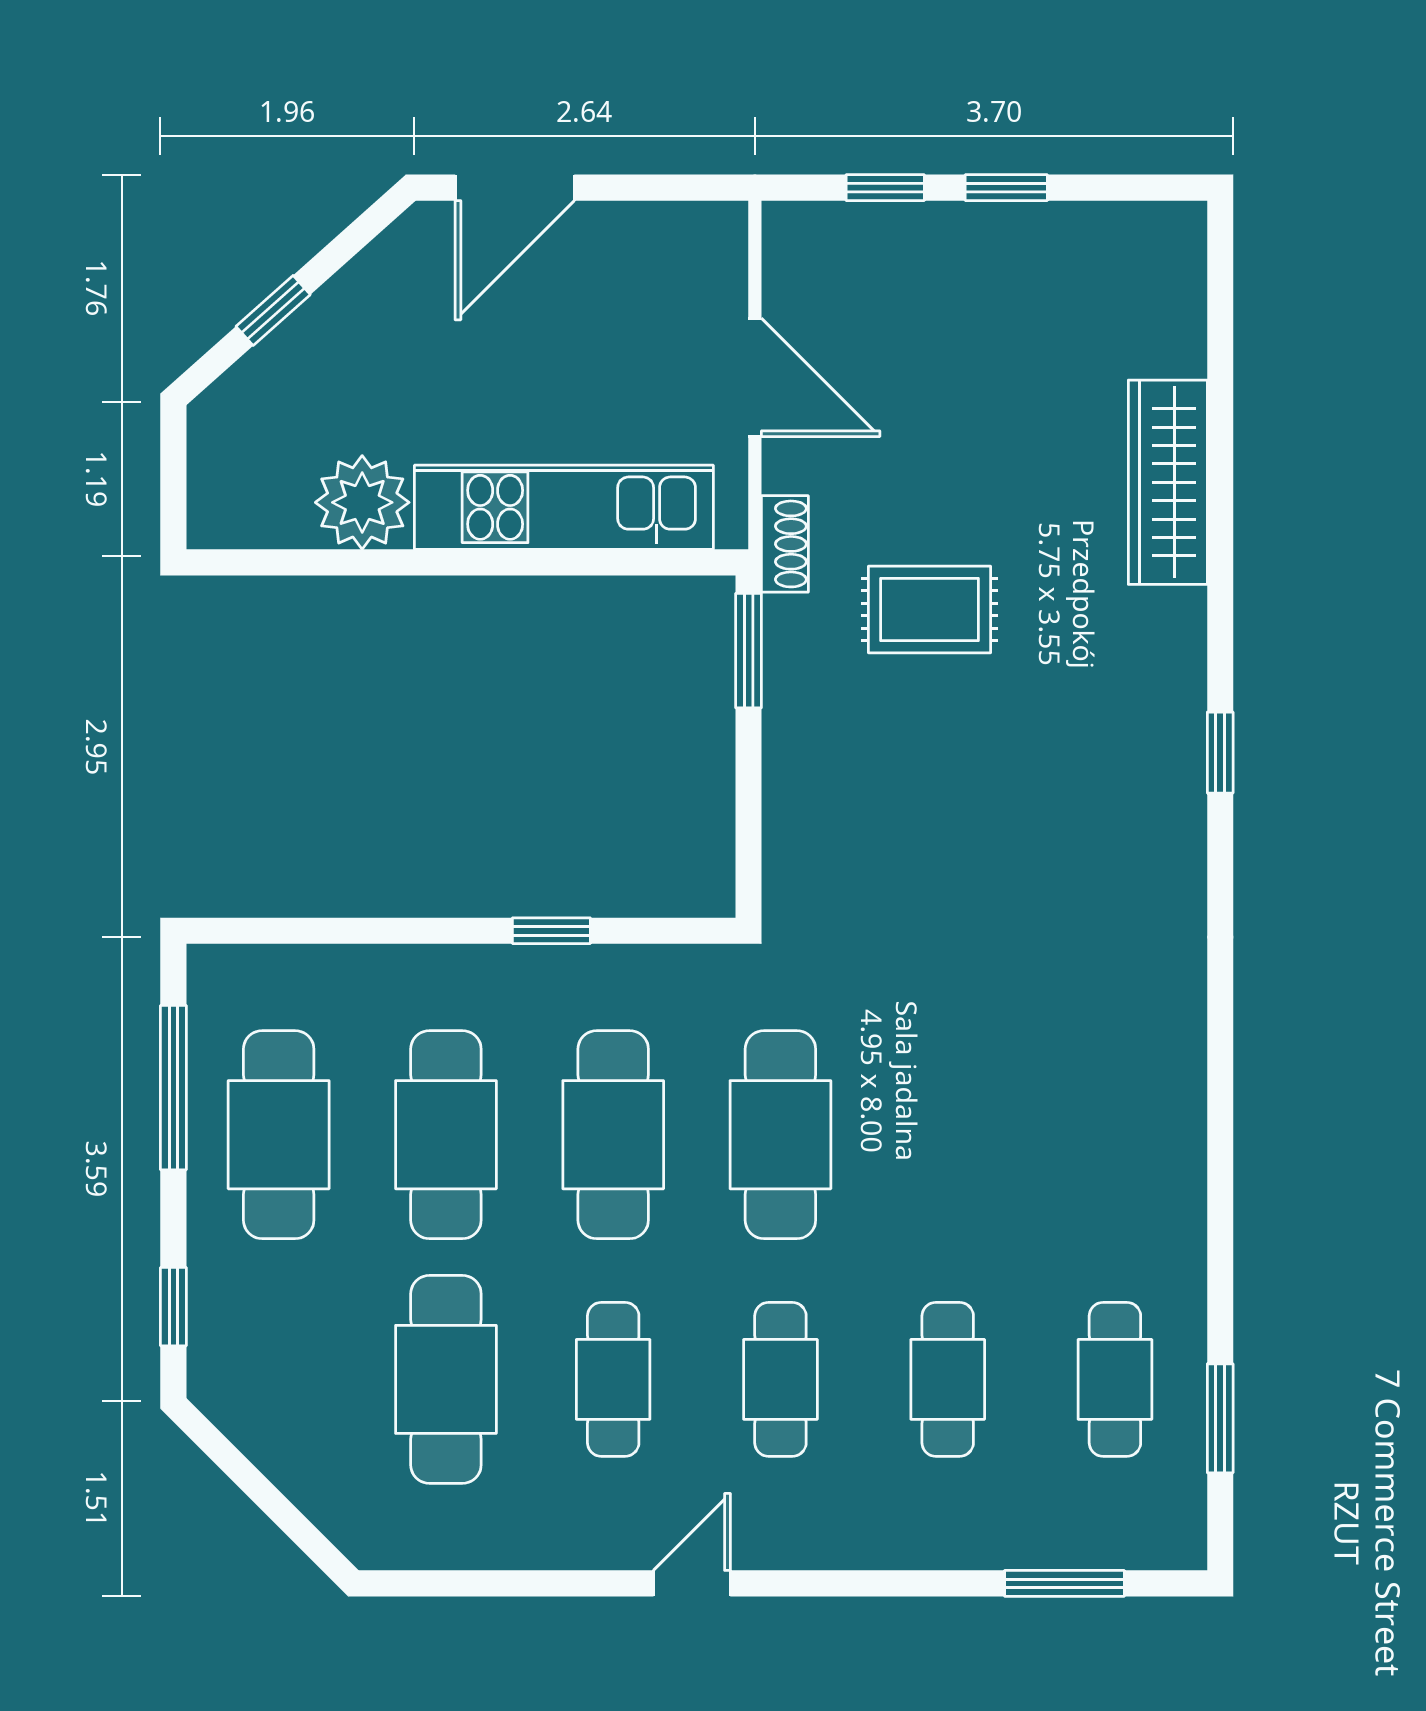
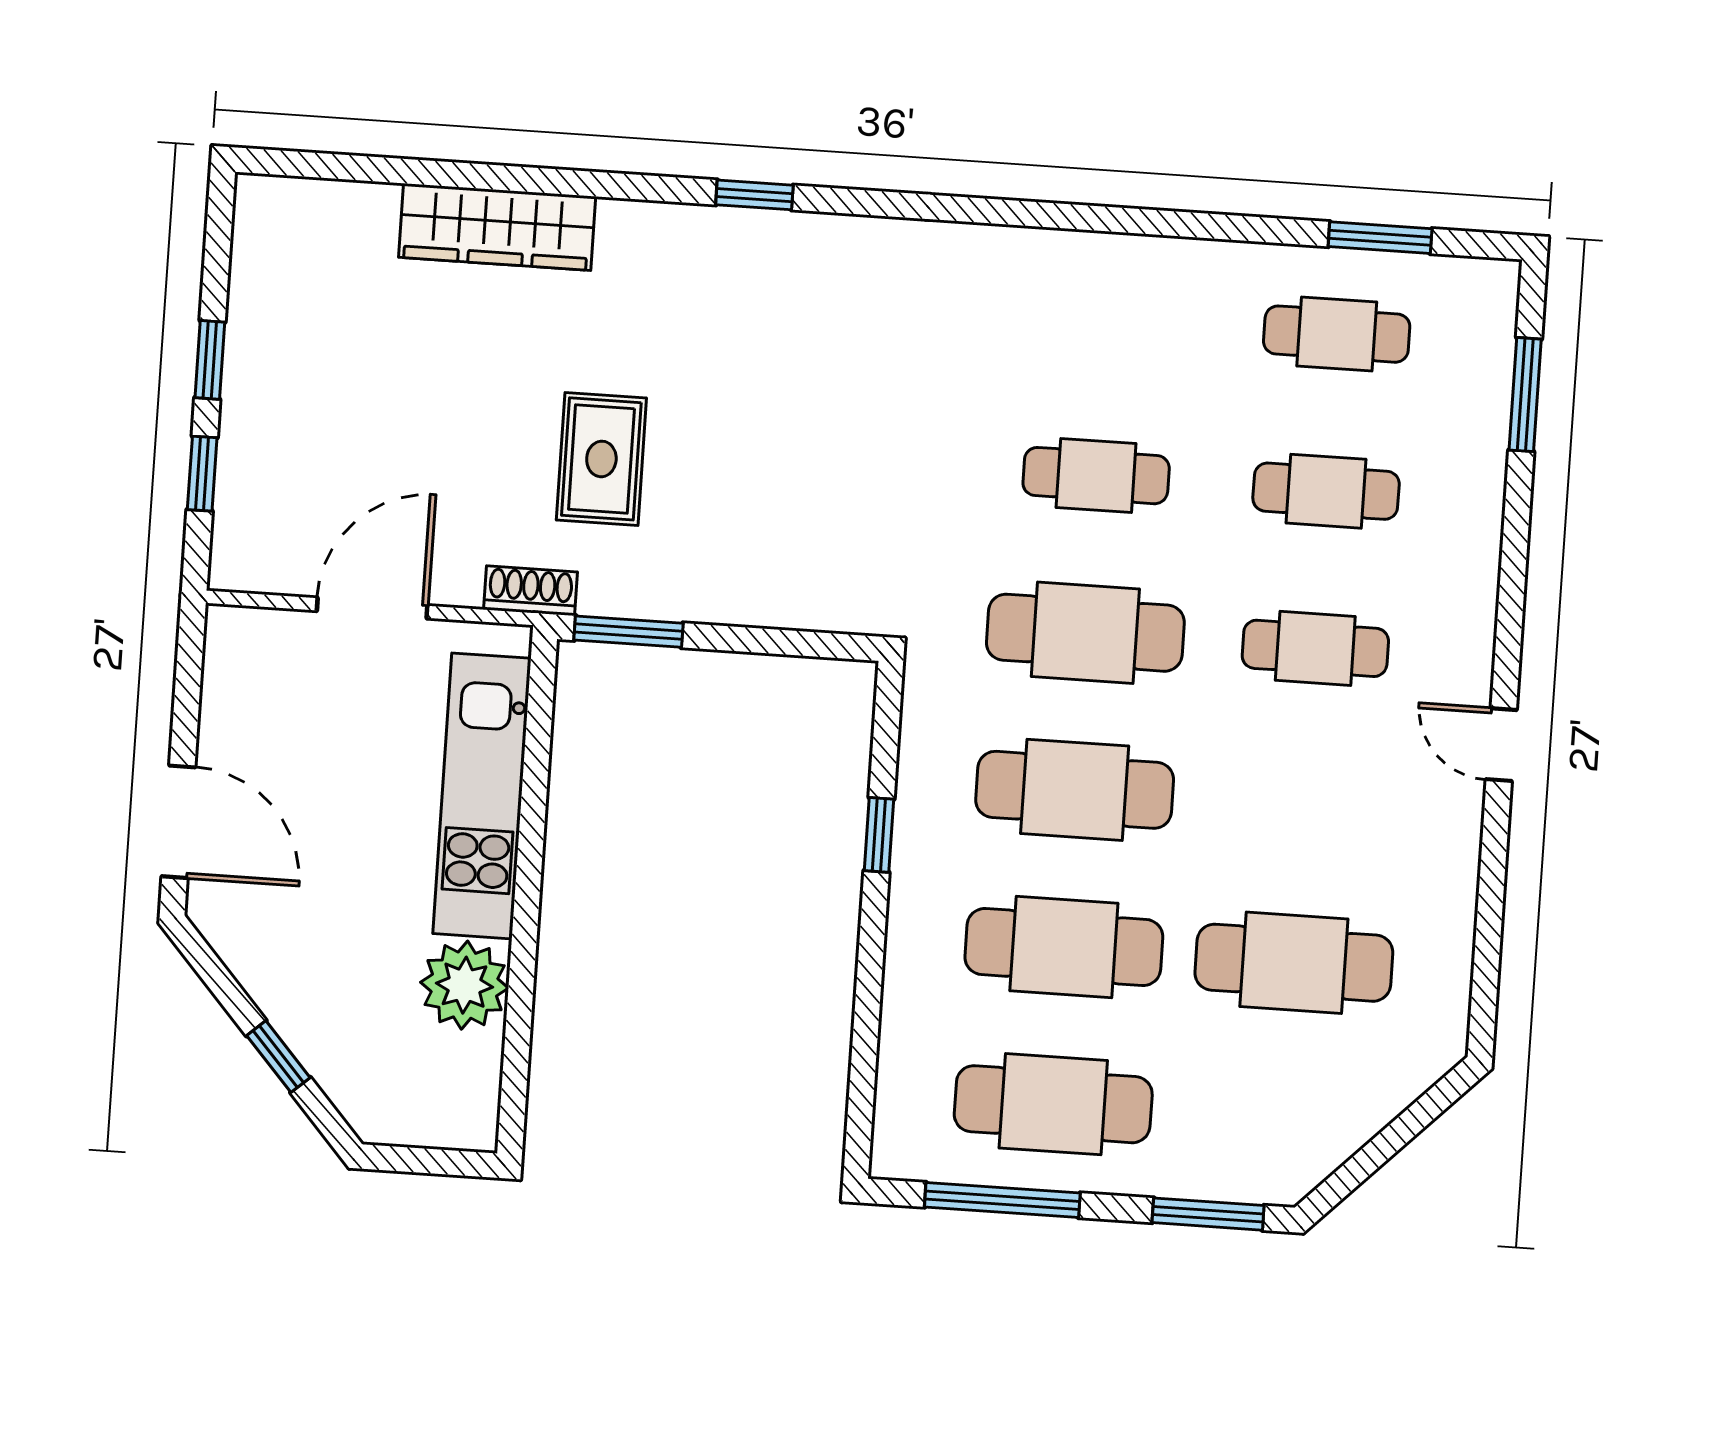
window: (173, 1307) -> (1208, 1214), width x1.50
cafe table: (613, 1379) -> (1096, 476), moved

